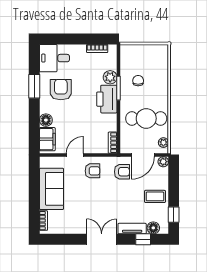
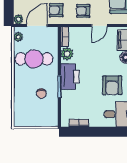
plant: (110, 77) -> (67, 54), moved

